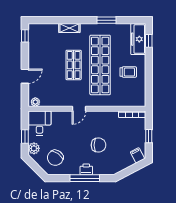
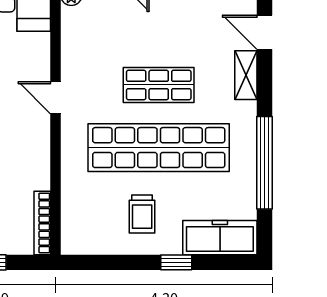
door: (51, 20) -> (264, 32), added
window: (107, 20) -> (264, 163), width x2.11
window: (149, 41) -> (176, 262), moved

